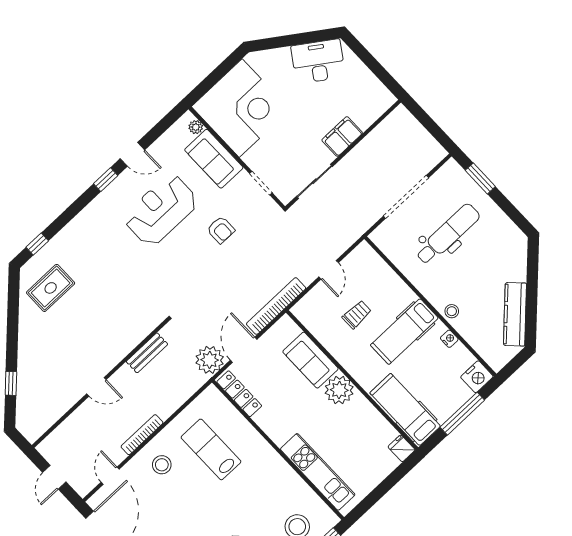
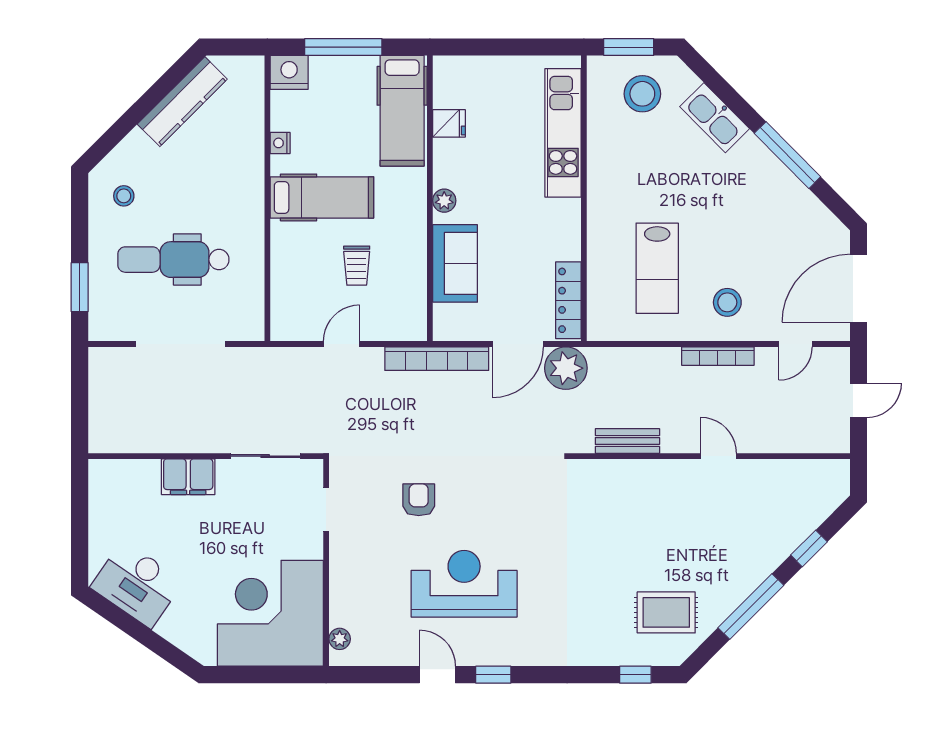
sofa: (214, 159) -> (353, 585), removed
reception desk: (161, 210) -> (464, 584), turned 180
stool: (452, 311) -> (124, 196), moved
trolley: (357, 314) -> (357, 266), turned -90
window: (13, 329) -> (751, 607), added
plant: (339, 390) -> (444, 201), width x0.53, depth x0.53
fridge: (402, 448) -> (449, 123), moved, turned -90

